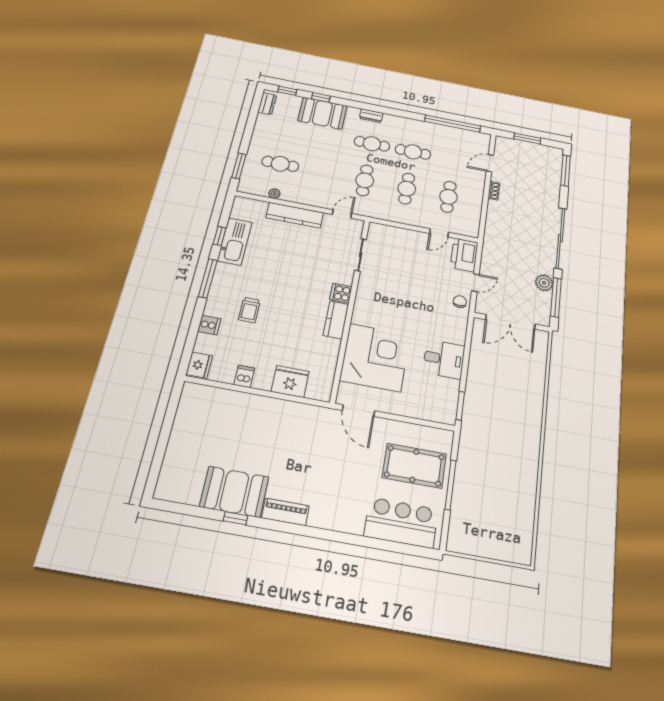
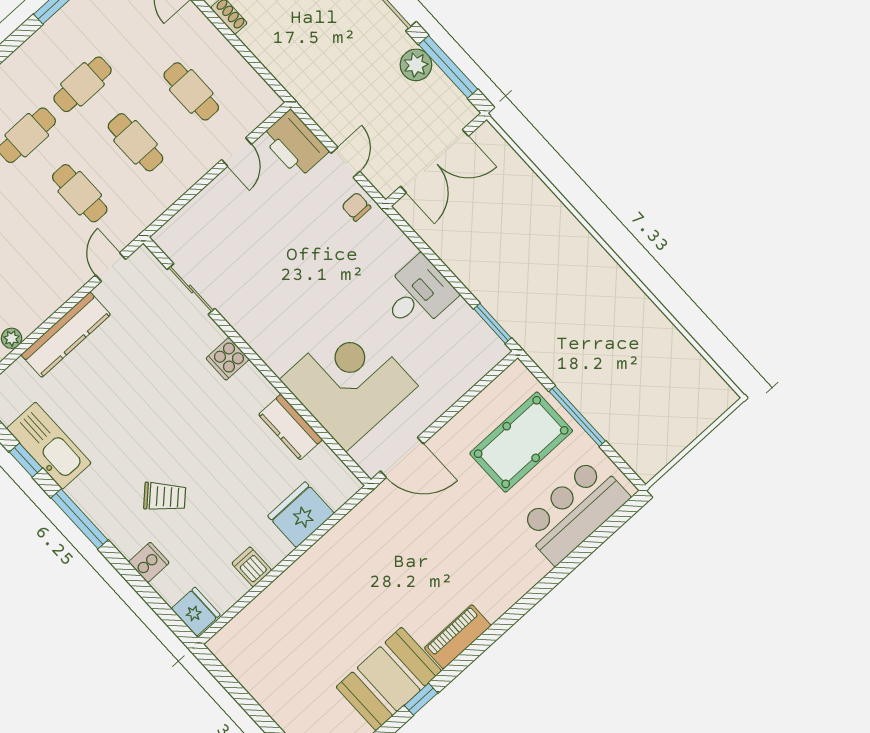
trolley: (249, 310) -> (165, 497), turned -44
kitchen counter: (336, 320) -> (291, 427), moved

